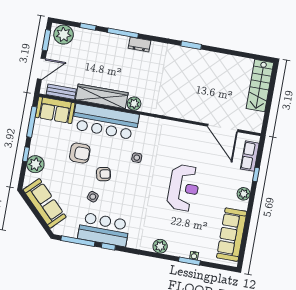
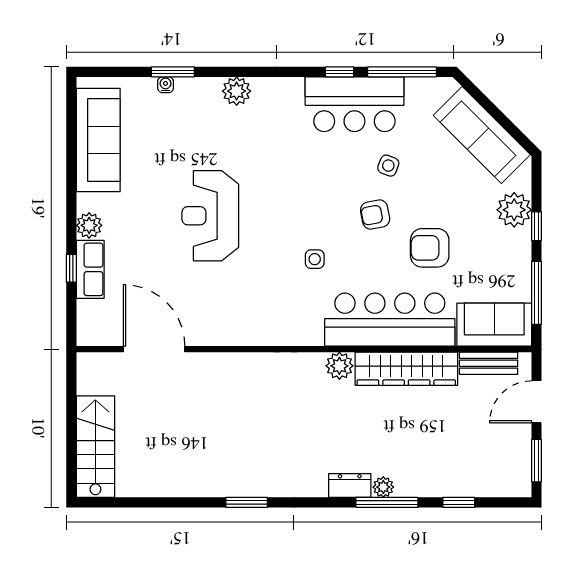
plant: (64, 35) -> (383, 487), moved, width x0.53, depth x0.53
row of seats: (250, 156) -> (90, 269), moved

